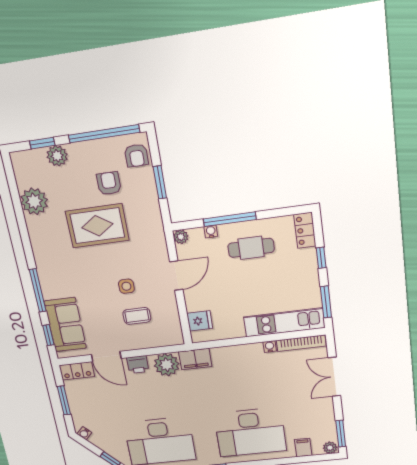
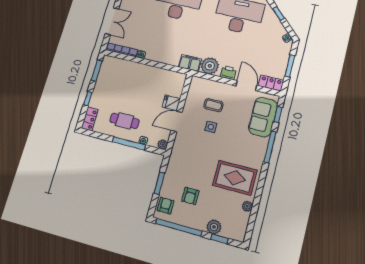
plant: (34, 201) -> (247, 206), width x0.53, depth x0.53
rug: (97, 226) -> (235, 178), moved
fridge: (200, 321) -> (171, 103), moved
kitchen unit: (284, 322) -> (126, 67), removed

